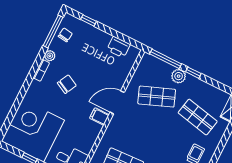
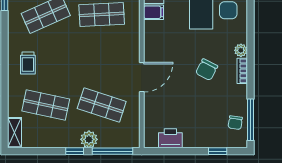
plant: (50, 56) -> (241, 50), moved
shop shelf: (157, 97) -> (102, 105), turned 39
filing cabinet: (99, 116) -> (154, 12), moved

